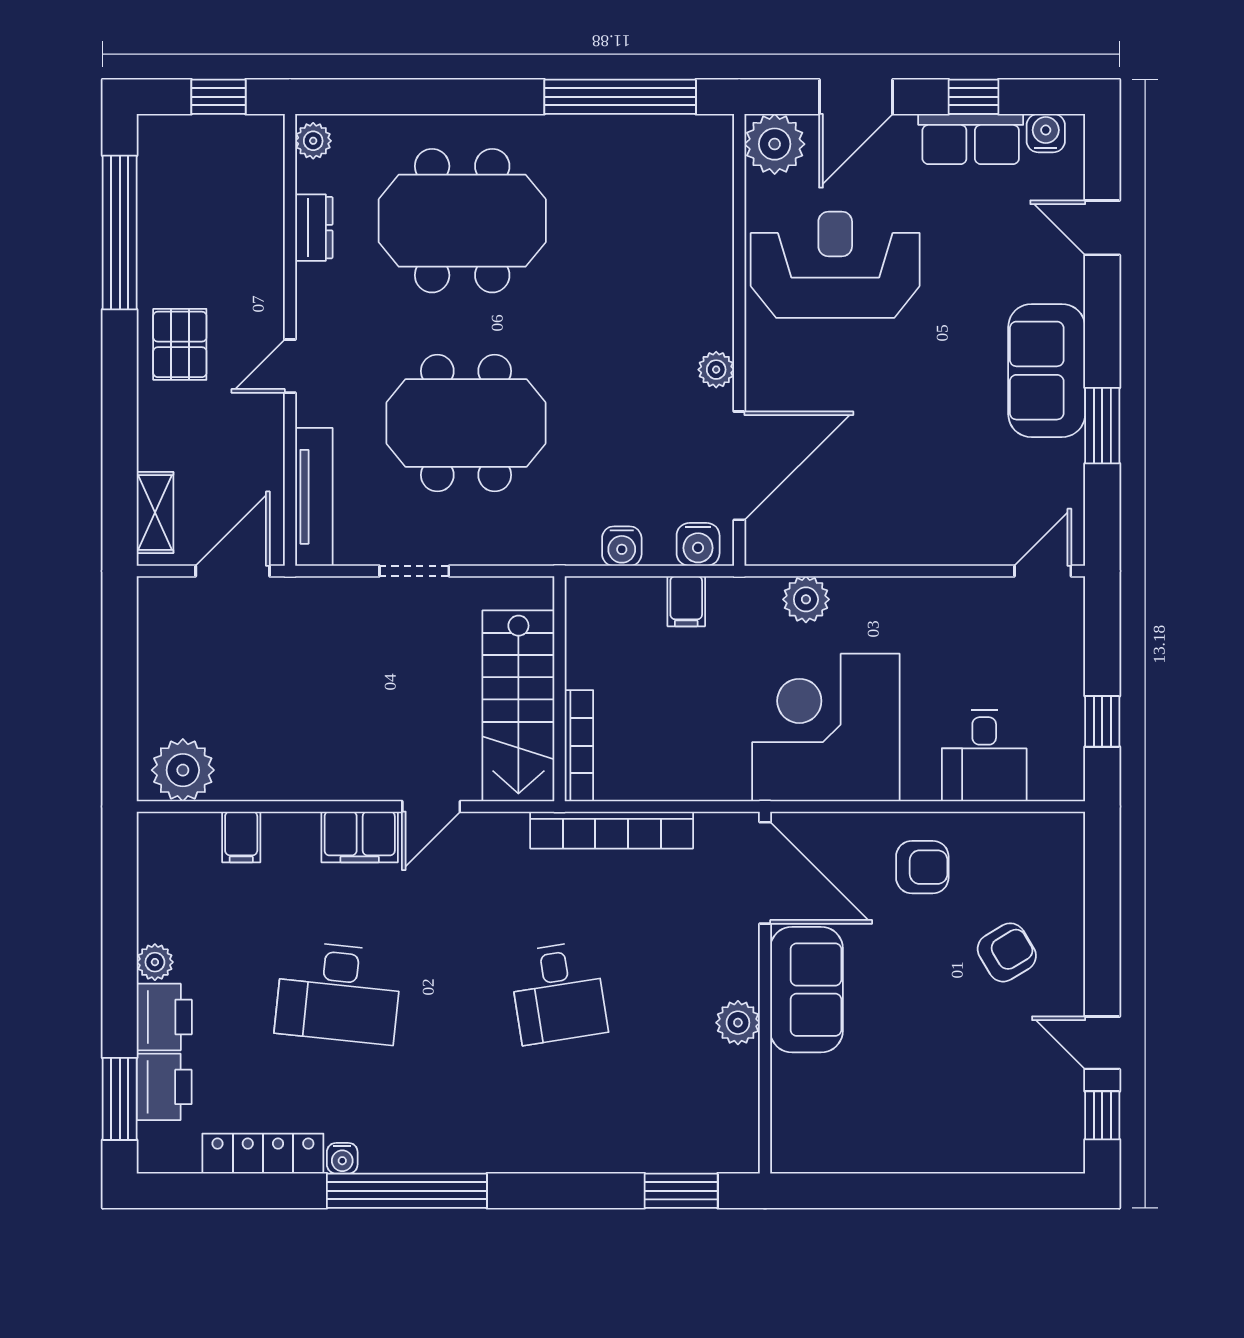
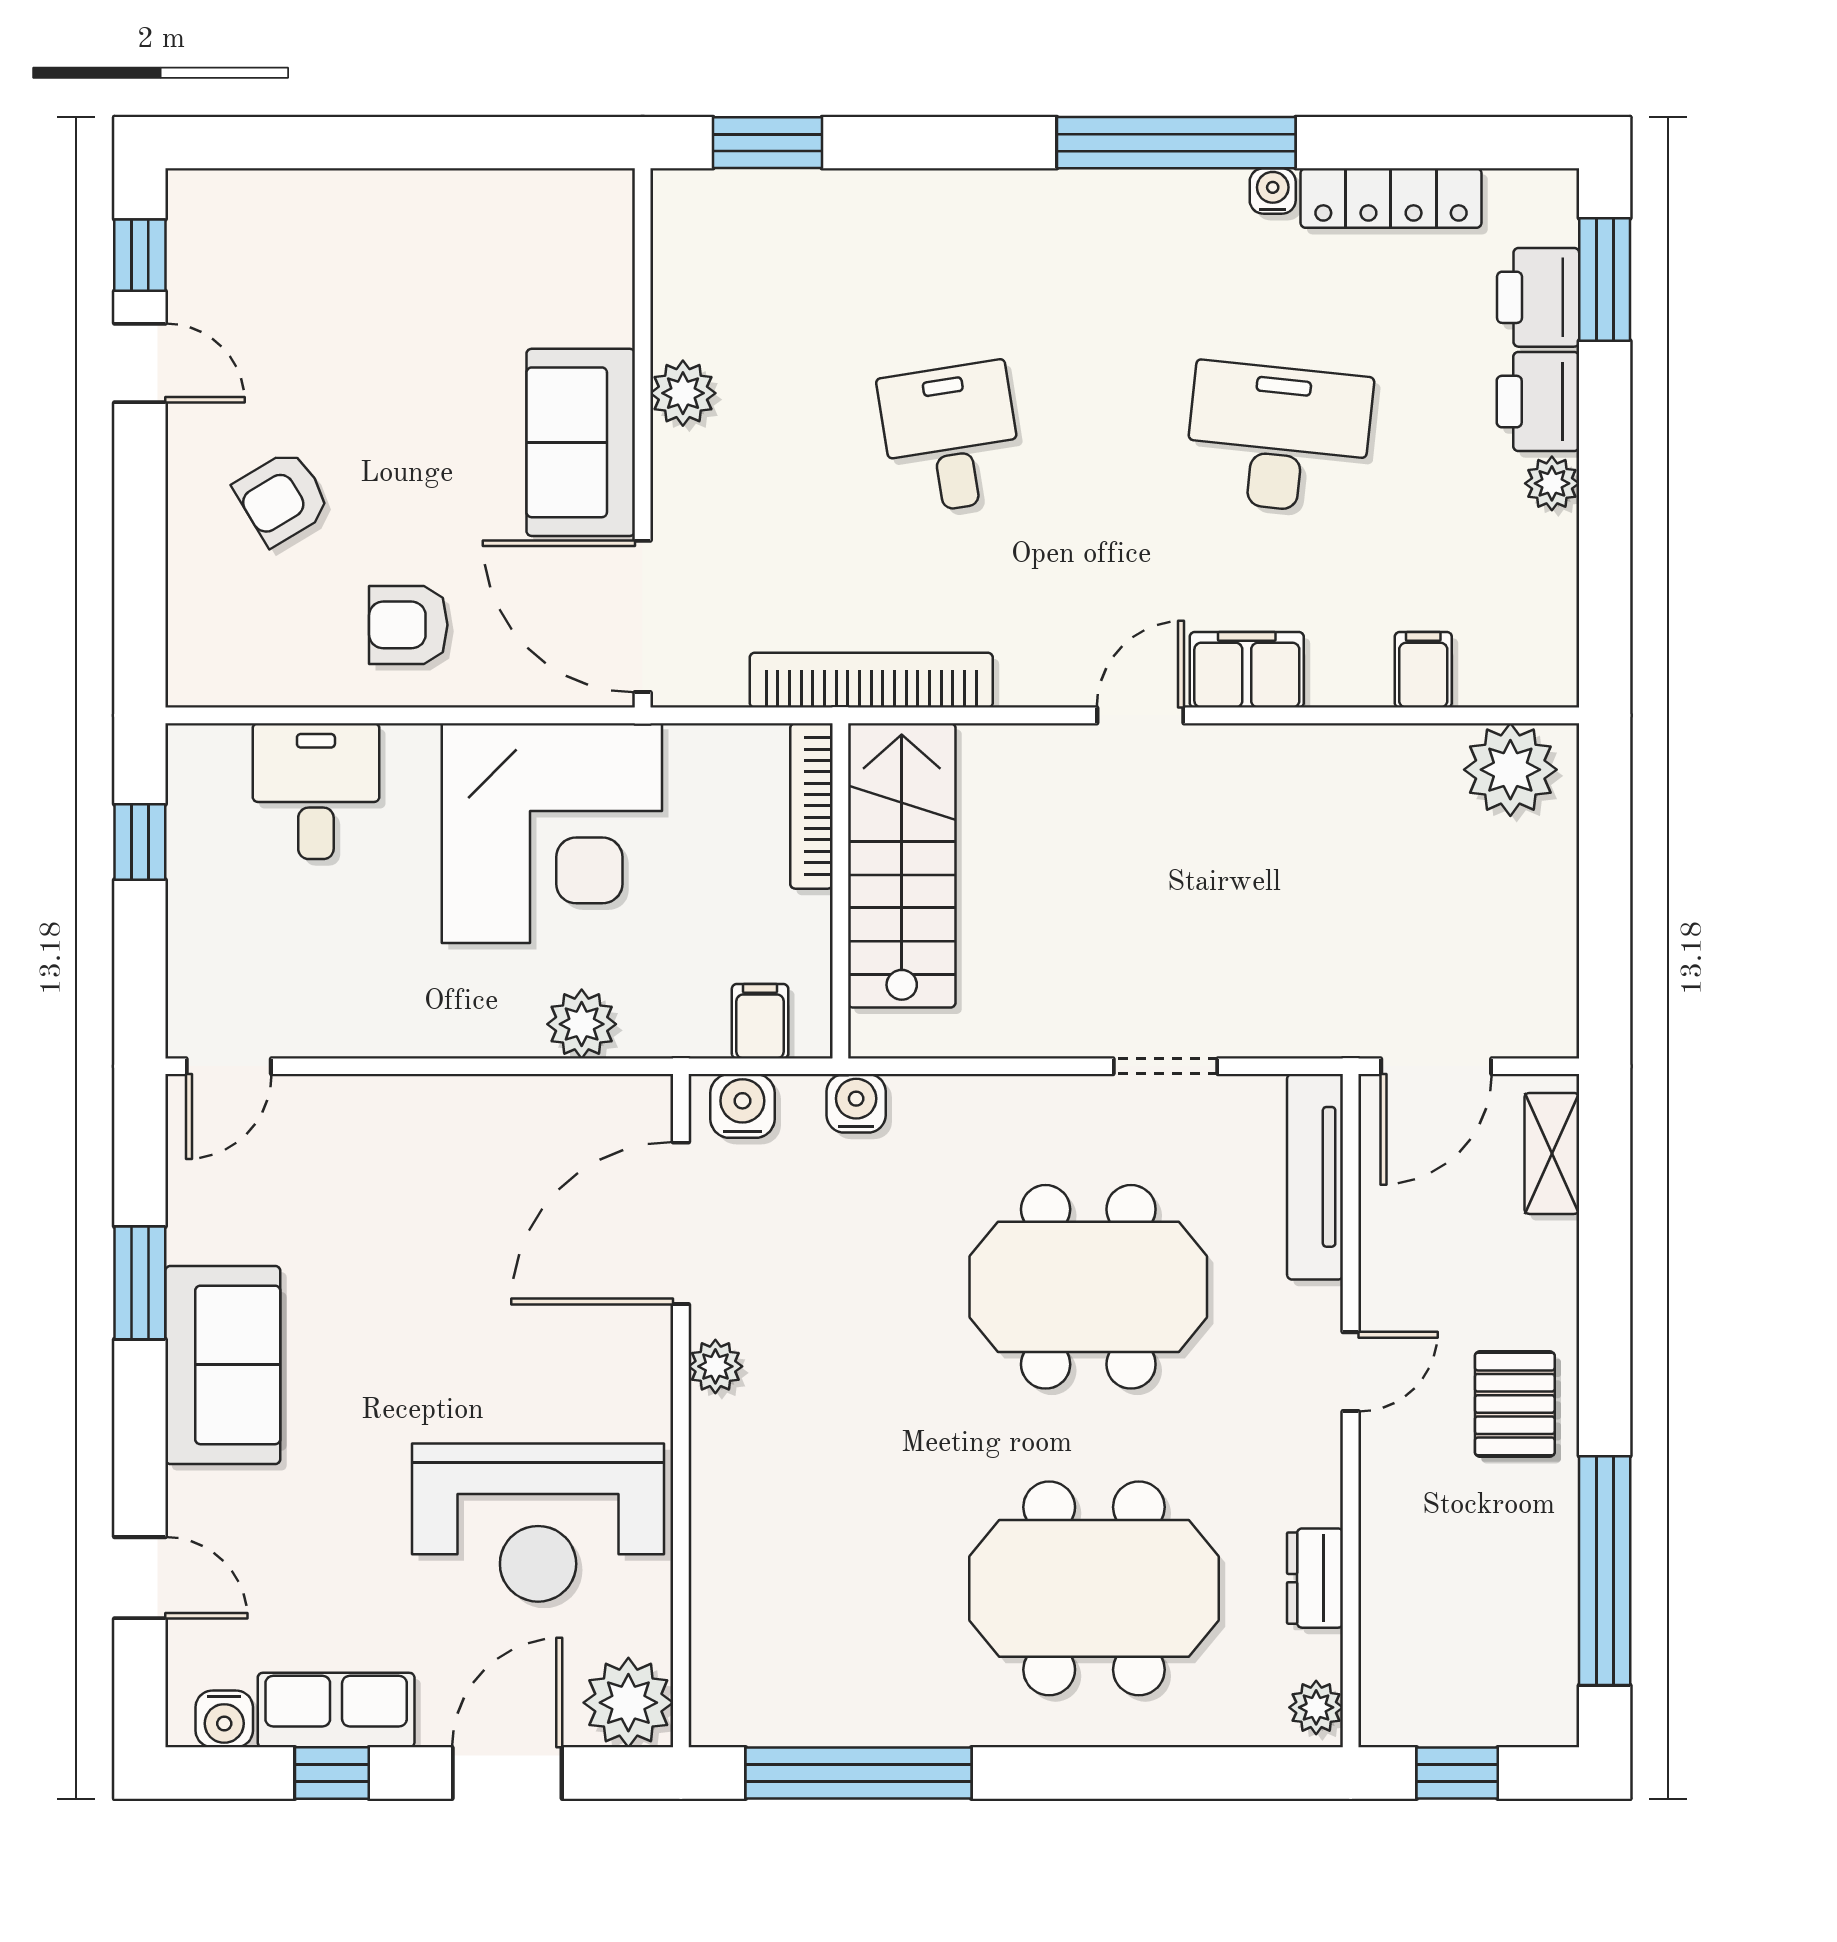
wall: (560, 689) -> (840, 891), moved
stairs: (518, 706) -> (902, 865), moved
bookcase: (579, 746) -> (811, 806), moved

